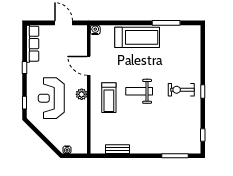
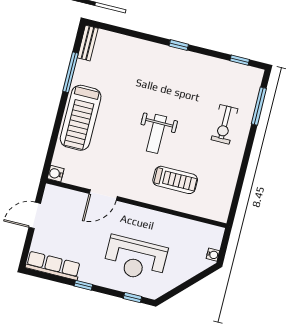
treadmill: (137, 37) -> (81, 118), turned 180
exercise bike: (181, 90) -> (224, 124), moved
plant: (82, 94) -> (141, 215), removed
treadmill: (109, 98) -> (175, 180), moved
bench: (117, 149) -> (88, 43), moved

